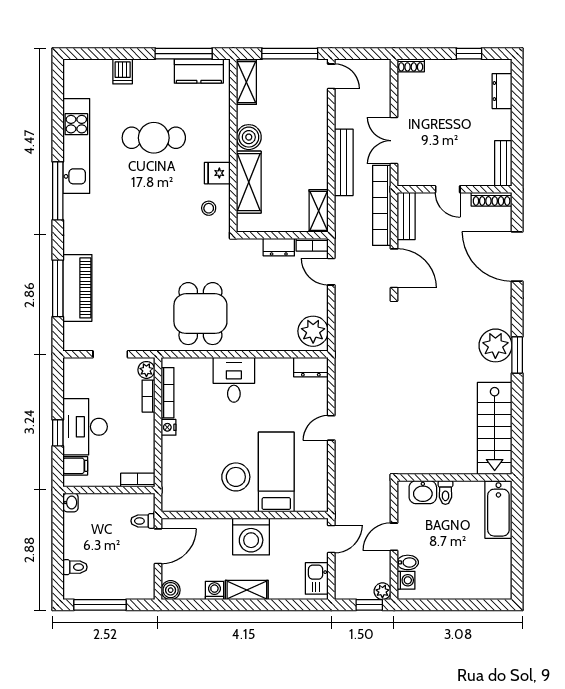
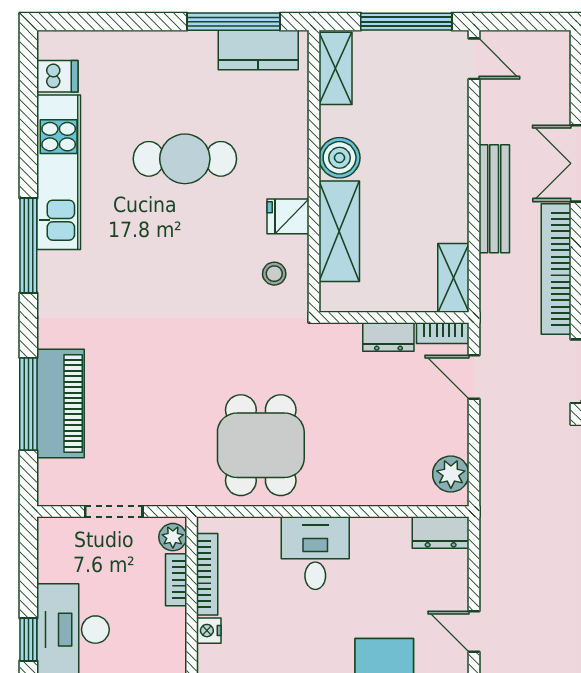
dishwasher: (123, 71) -> (57, 76), moved, turned -90
plant: (313, 331) -> (451, 474), width x0.73, depth x0.73
door: (331, 428) -> (474, 631), hinge flipped

